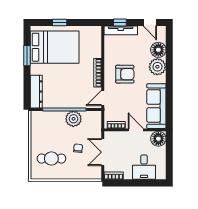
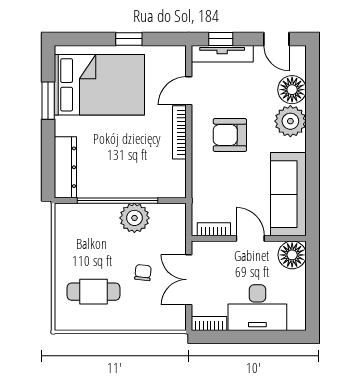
window: (60, 22) -> (129, 39), moved
armchair: (125, 74) -> (230, 135), turned 180
door: (103, 98) -> (189, 91), moved
desk: (144, 167) -> (257, 308), width x1.37

